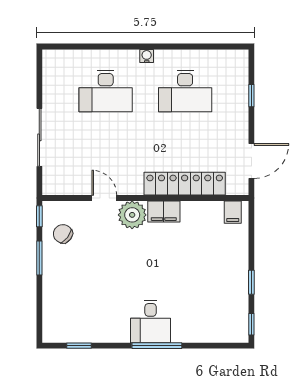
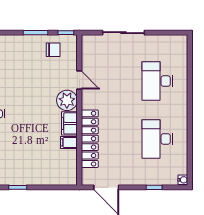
water cooler: (147, 56) -> (183, 180), moved
door: (104, 198) -> (79, 80), hinge flipped
filing cabinet: (233, 212) -> (69, 142), moved
chair: (63, 234) -> (53, 50), turned 52

